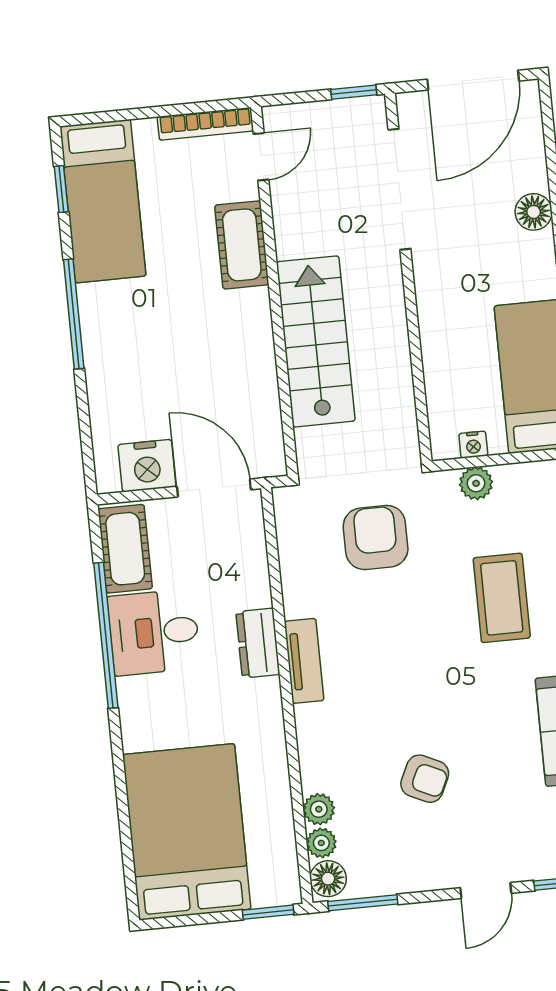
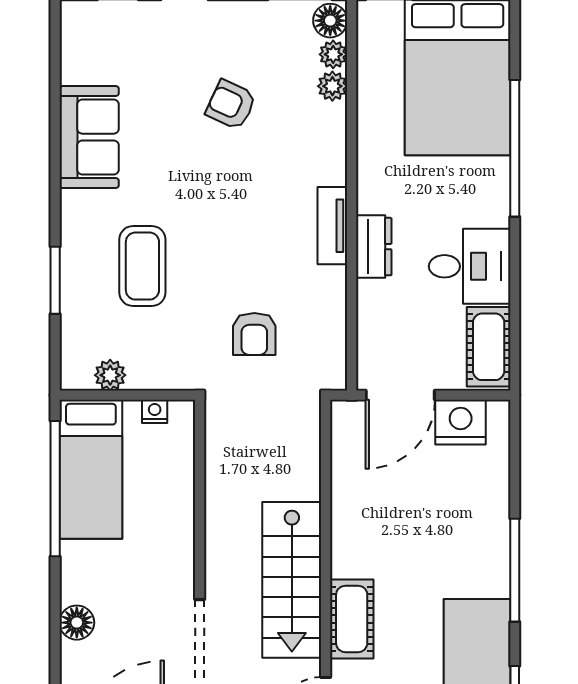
stairs: (316, 341) -> (292, 580), moved
plant: (476, 483) -> (110, 375), moved
door: (214, 488) -> (400, 395), hinge flipped
armchair: (376, 537) -> (254, 334), width x0.72, depth x0.72
window: (106, 635) -> (515, 148), moved

